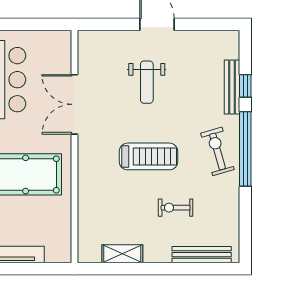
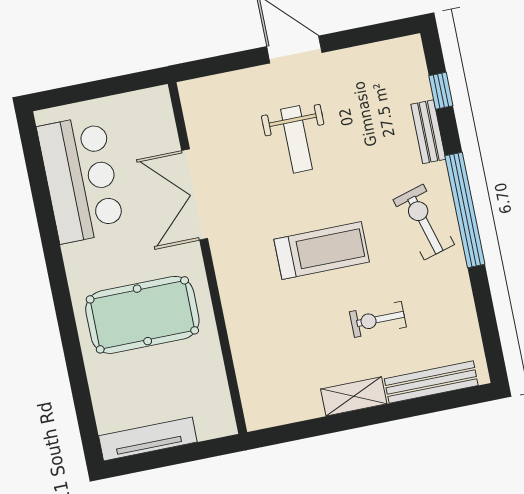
window: (245, 86) -> (441, 91), moved
bench: (232, 87) -> (428, 132), width x0.73
shelving: (122, 254) -> (354, 396), moved

